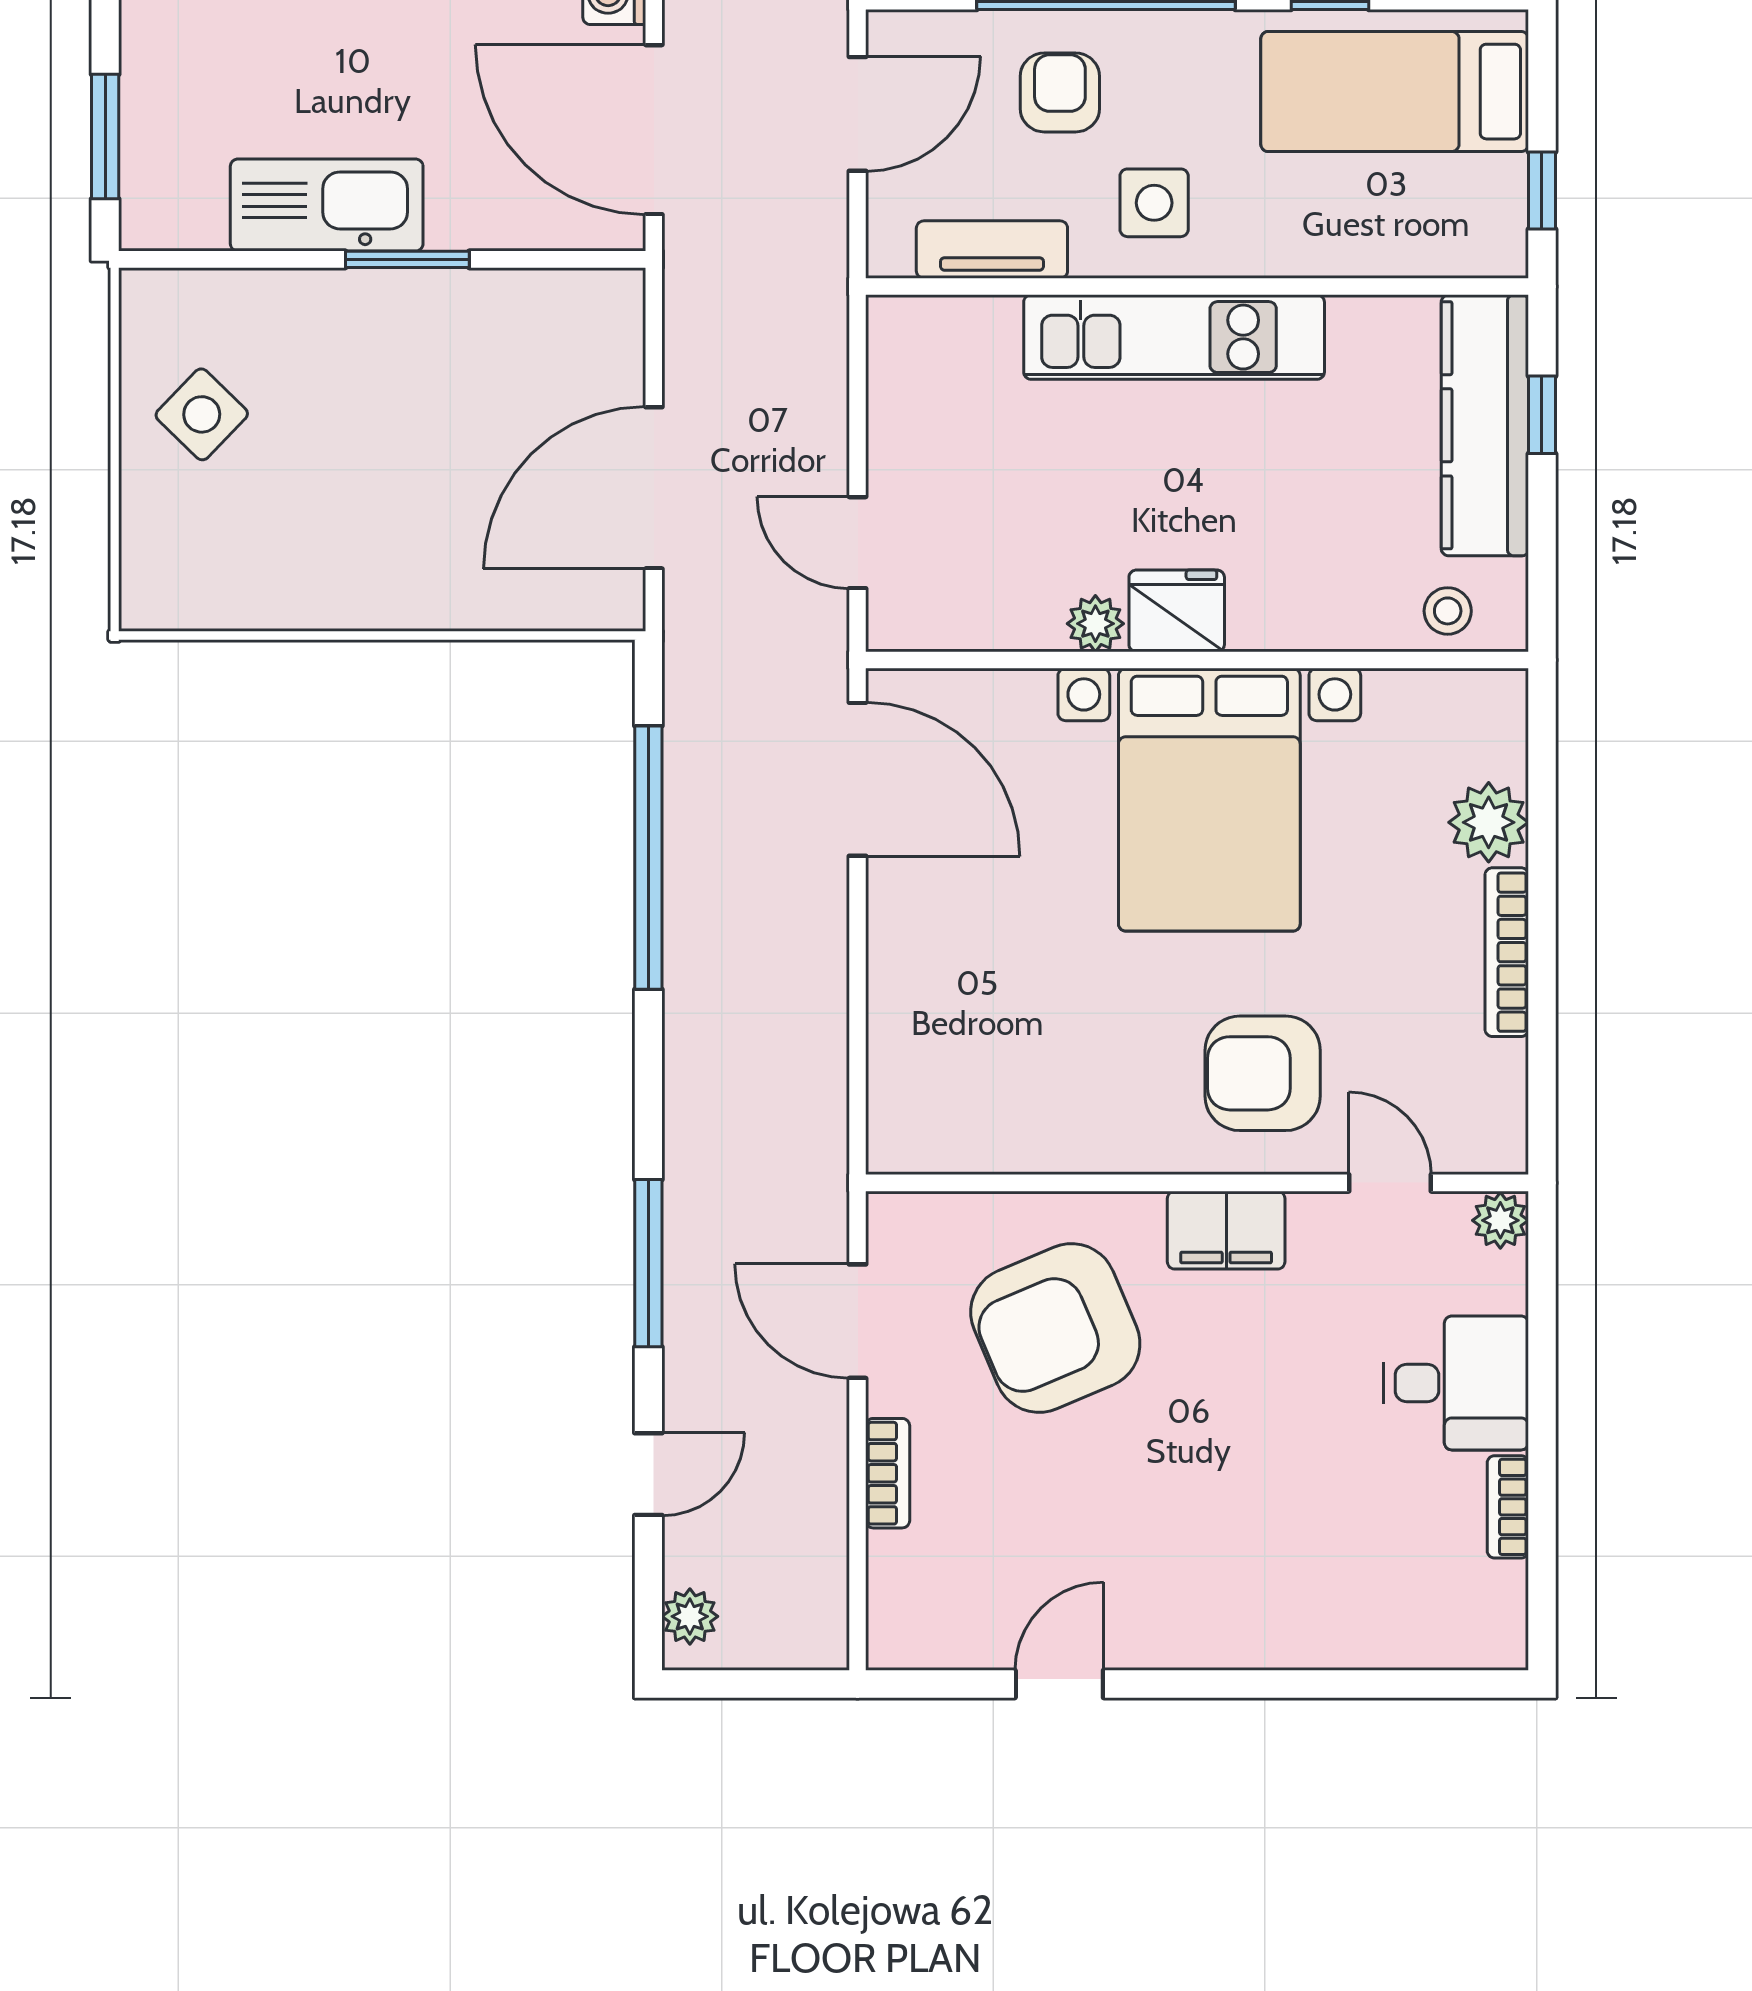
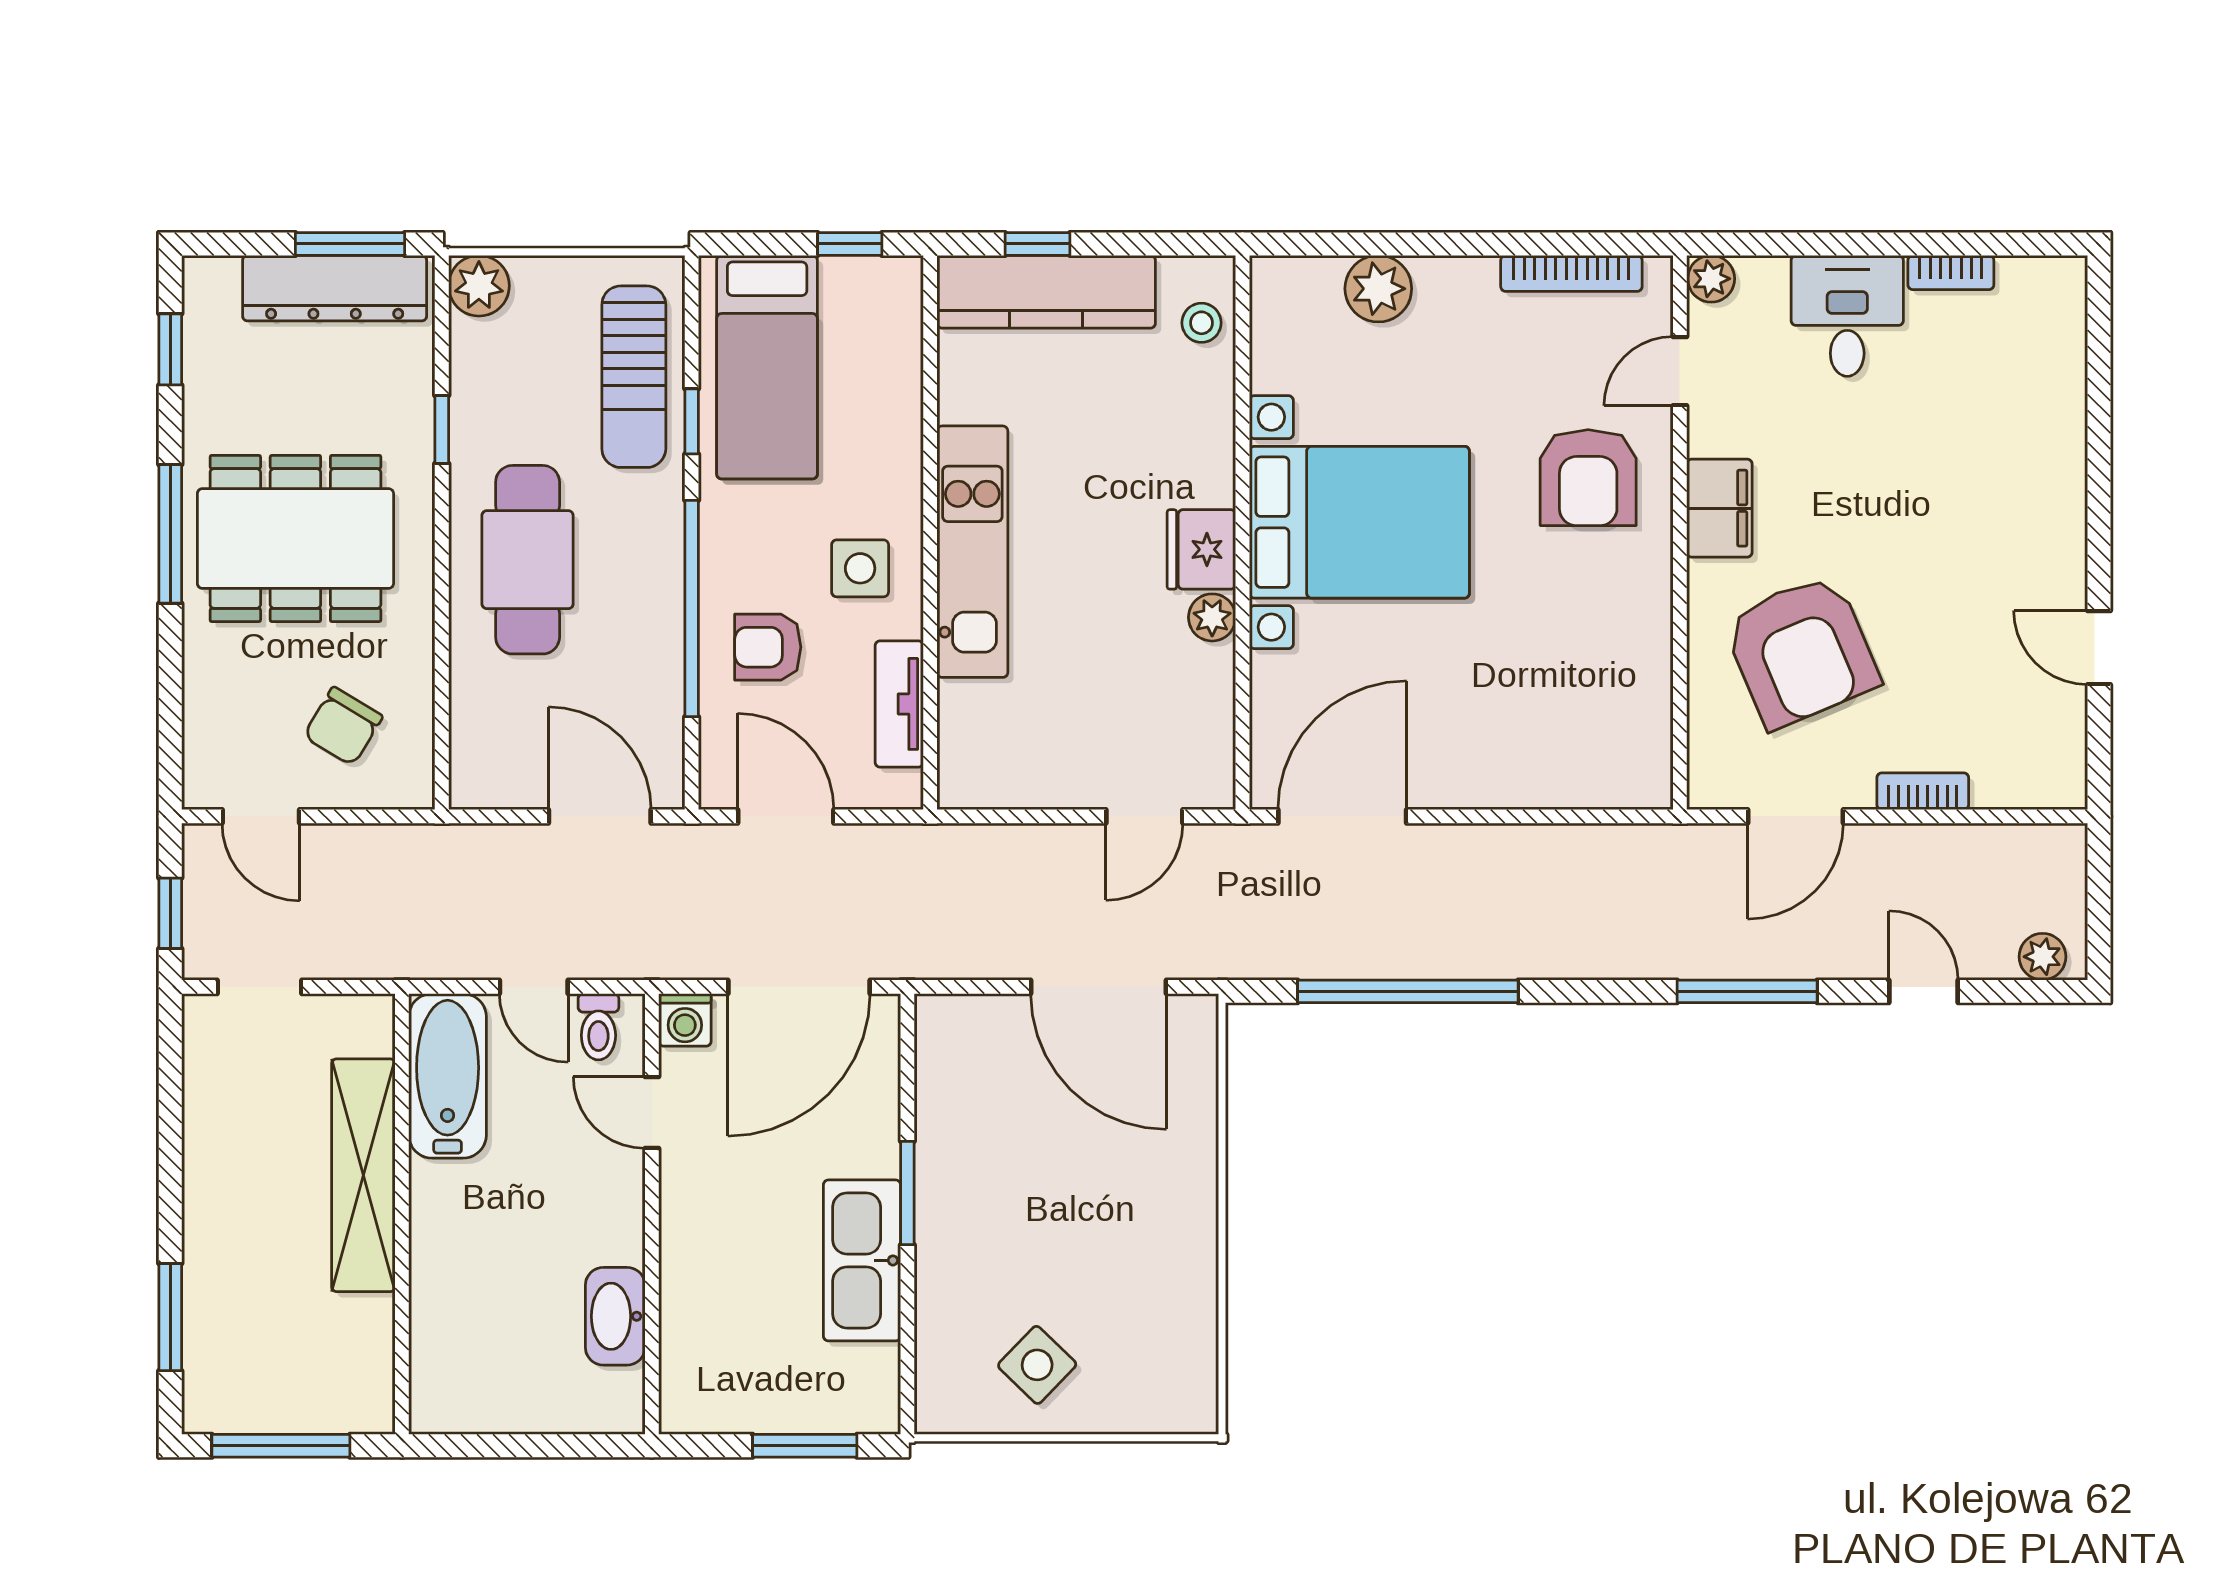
bookcase: (1507, 952) -> (1571, 273), moved

